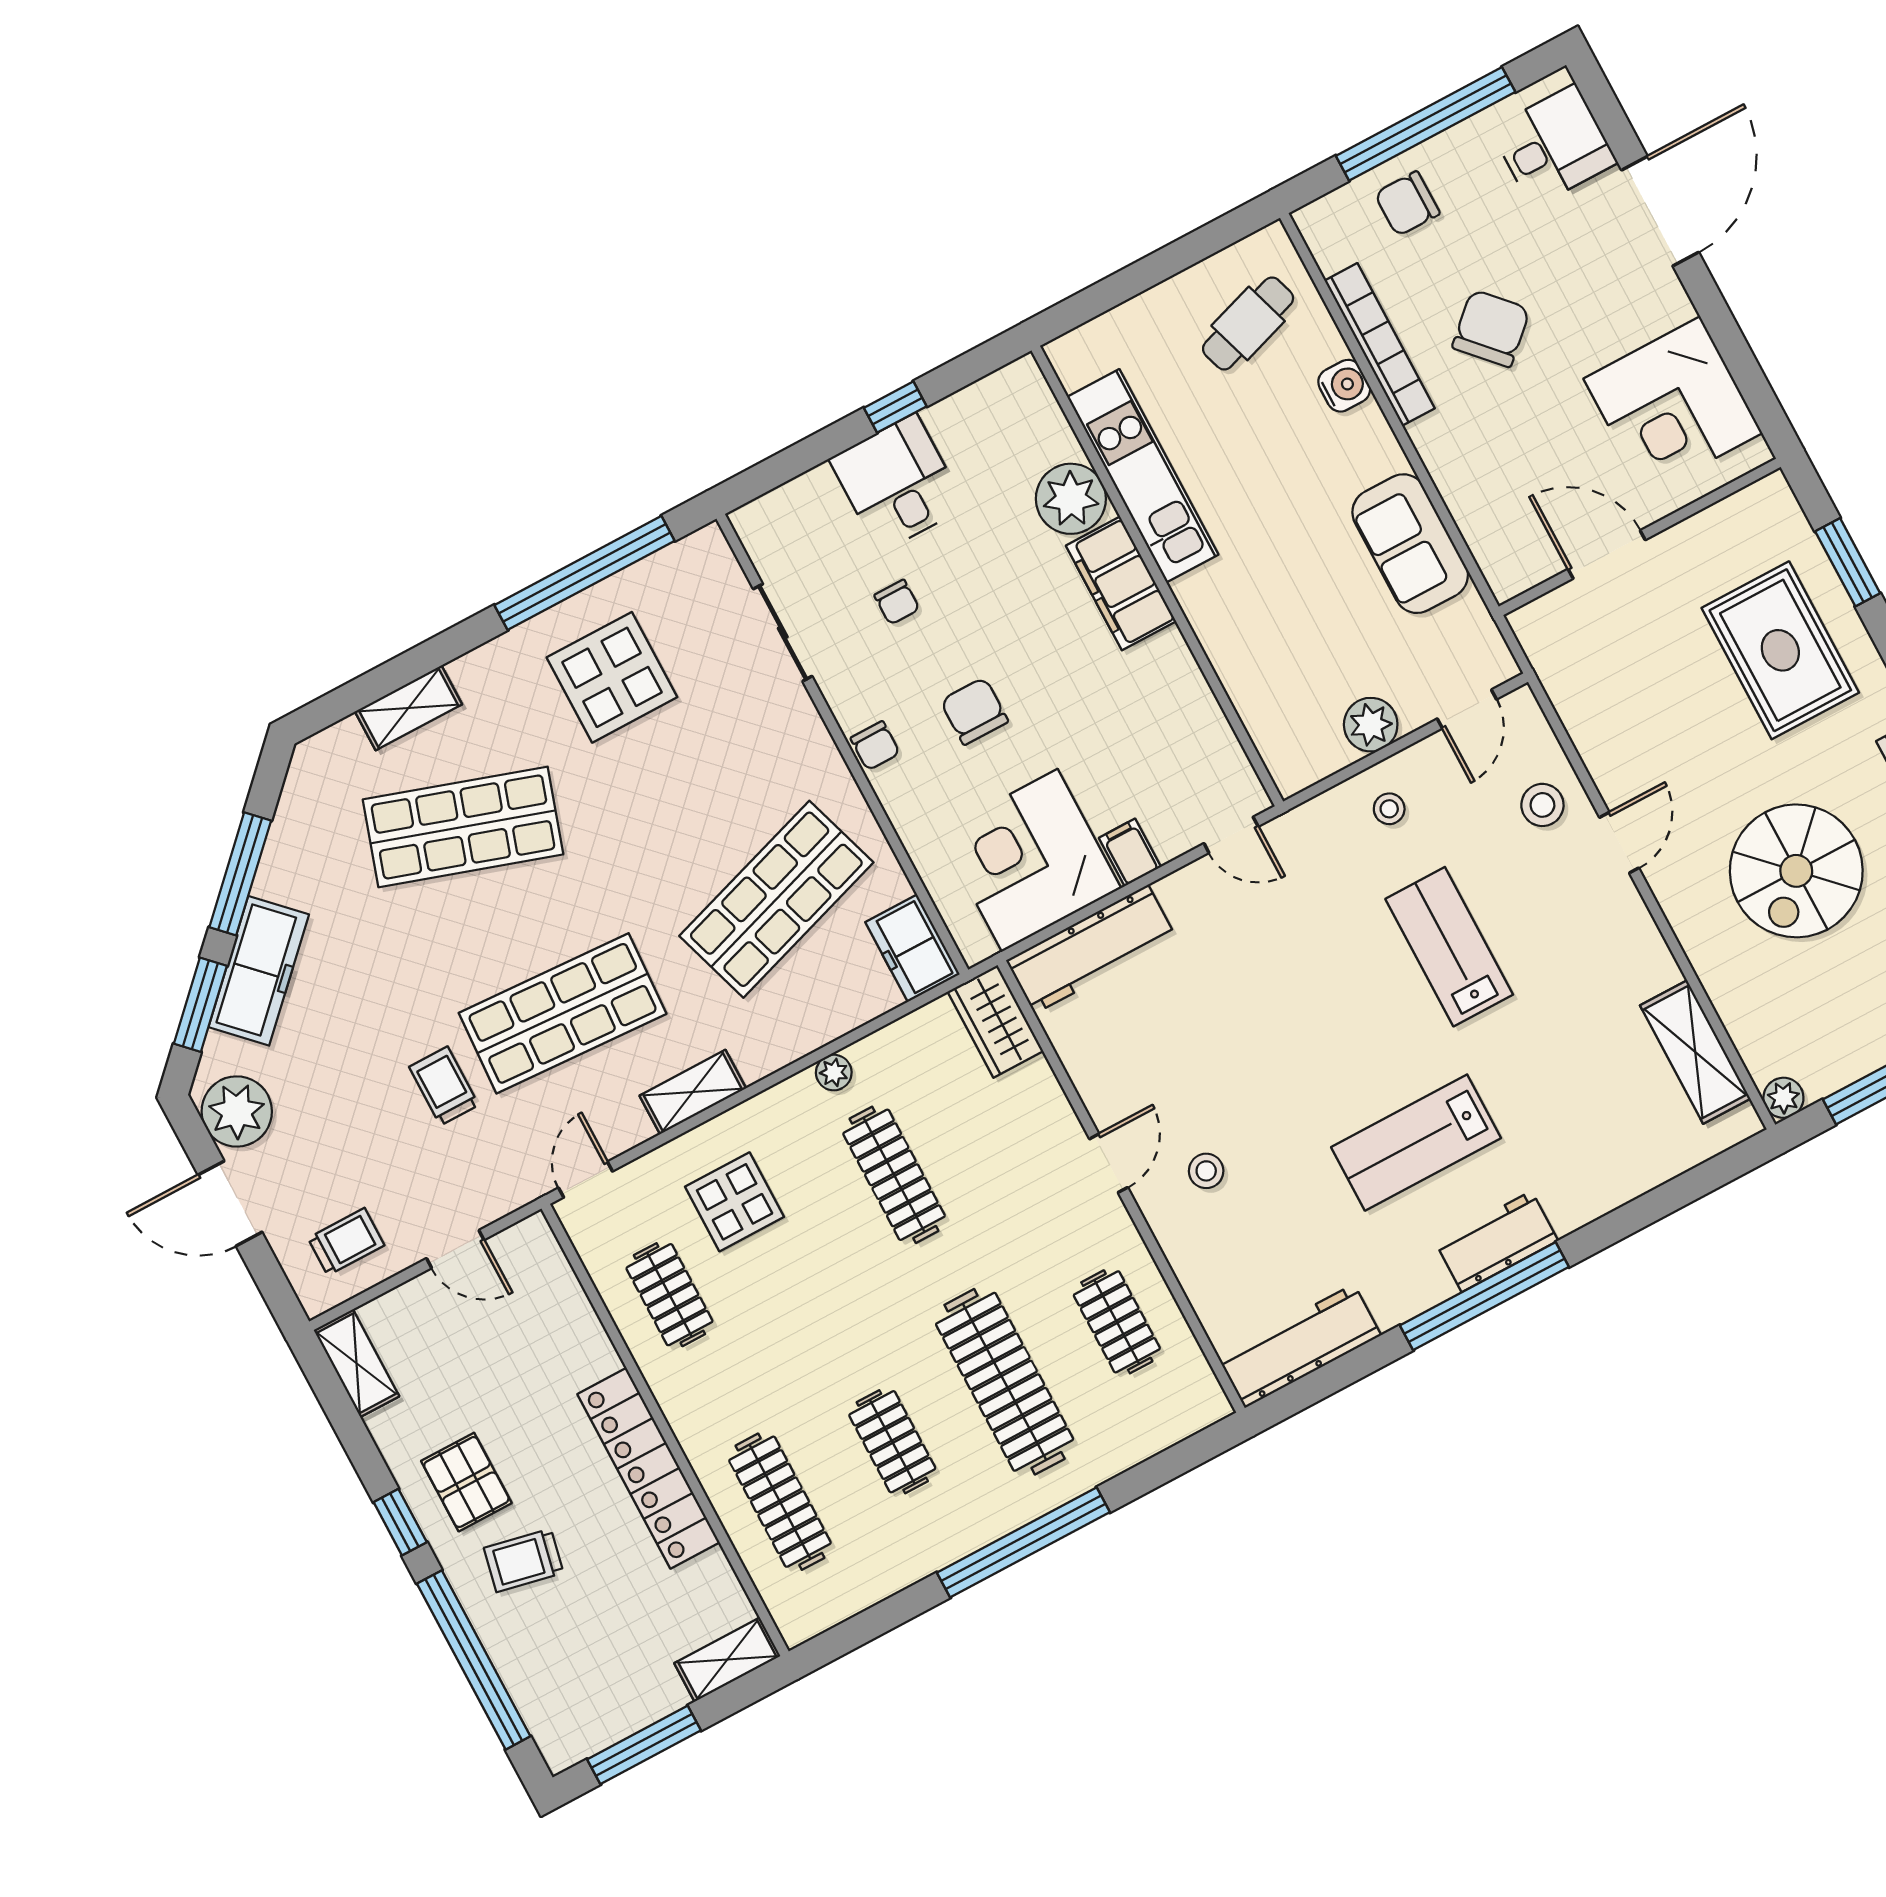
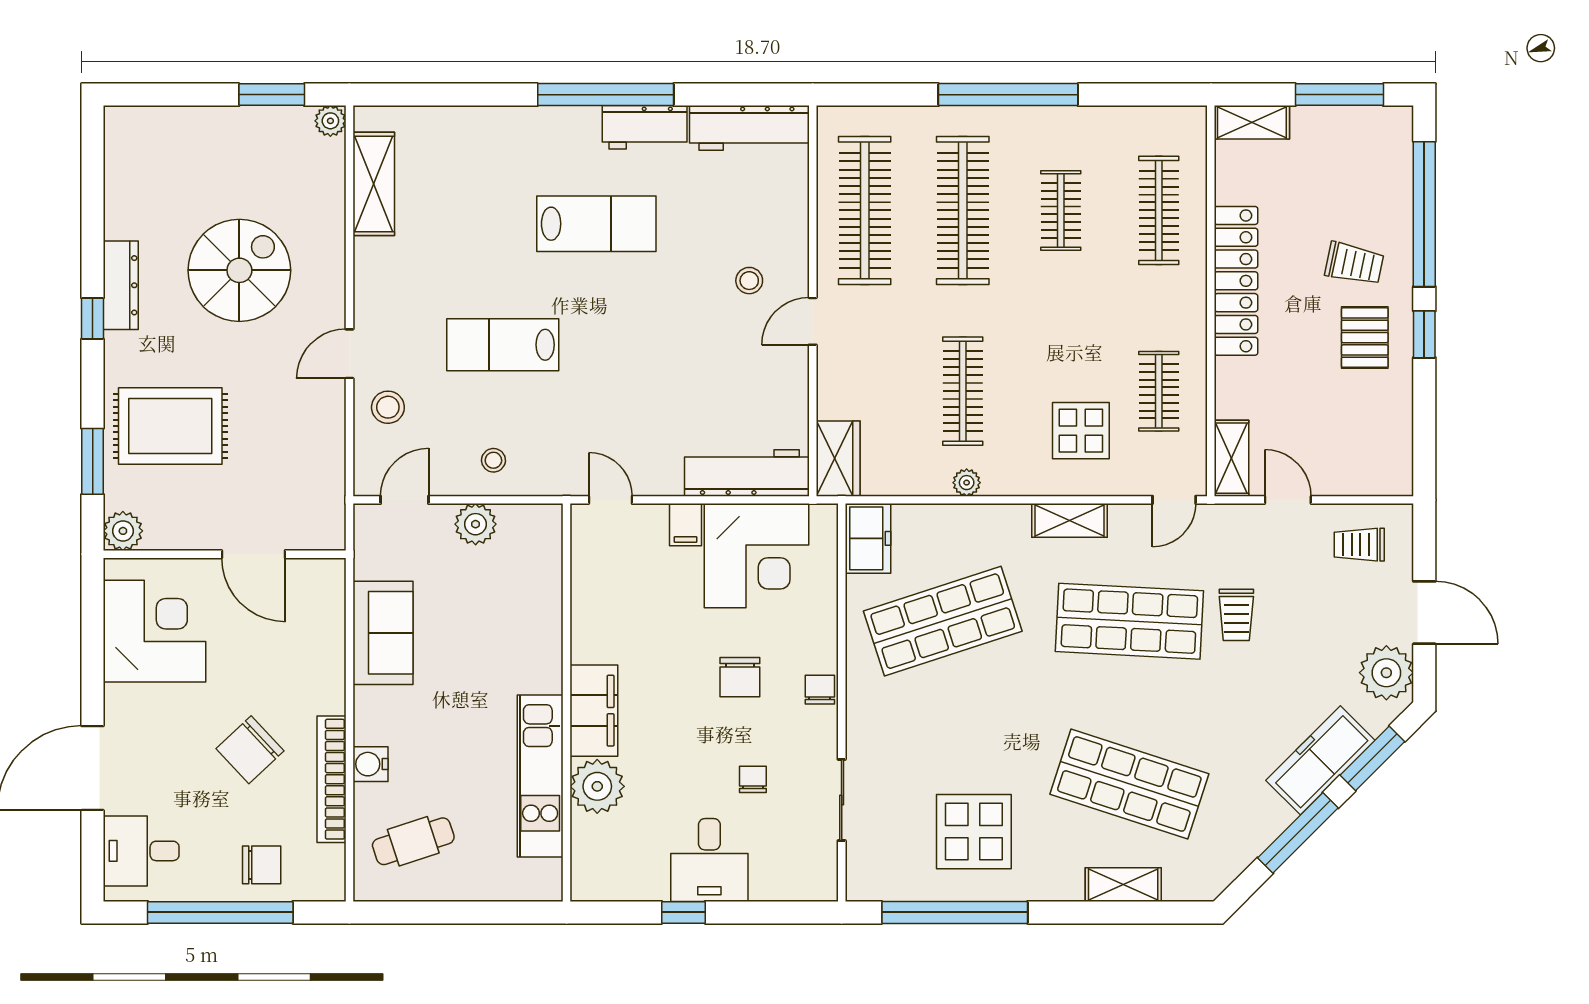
plant: (1770, 501) -> (123, 531), added
rug: (1780, 650) -> (170, 426), turned 90
lab bench: (1449, 947) -> (503, 345), turned 90
workbench: (1497, 1242) -> (645, 127), moved
clothes rail: (1117, 1322) -> (865, 210), width x1.86, depth x1.31
shelving: (356, 1363) -> (1232, 458), moved

